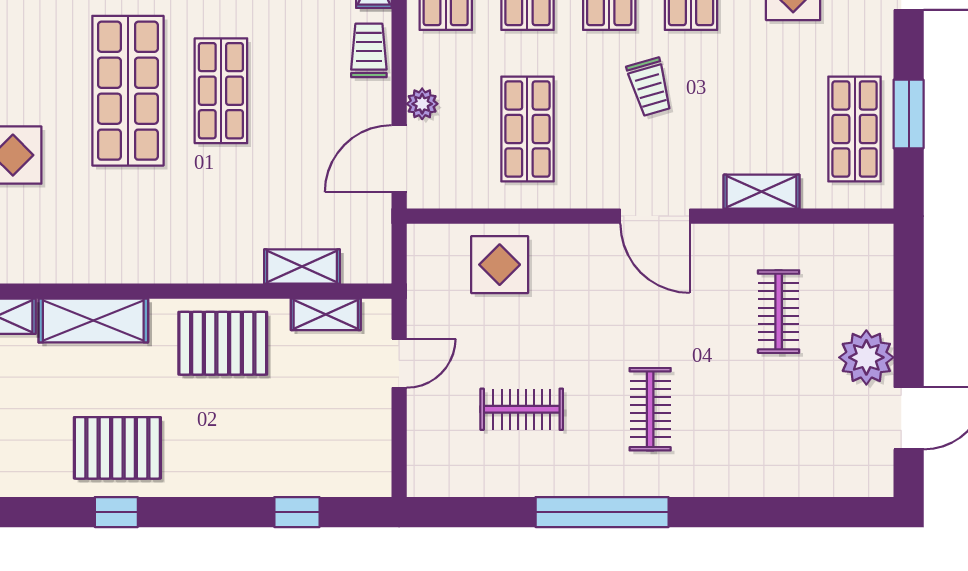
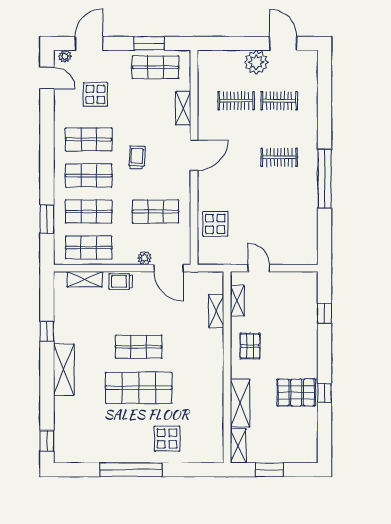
trolley: (650, 87) -> (137, 158), turned -70
pallet: (223, 343) -> (250, 346), width x0.67, depth x0.71
clothes rail: (522, 409) -> (279, 101), moved, turned 90
pallet: (117, 448) -> (296, 392), turned 90

